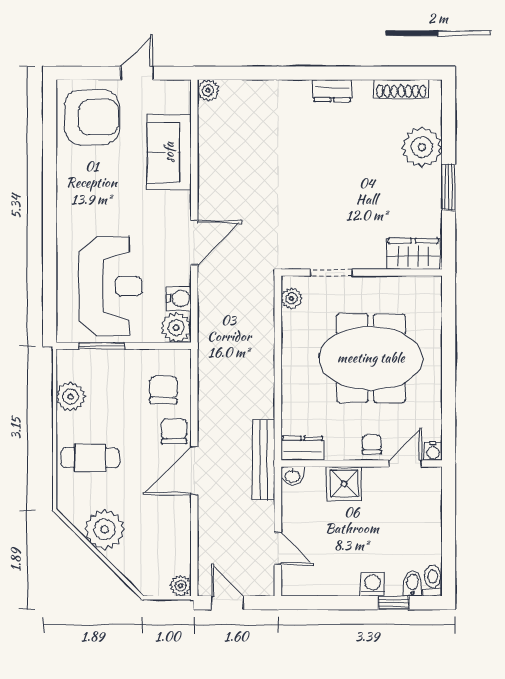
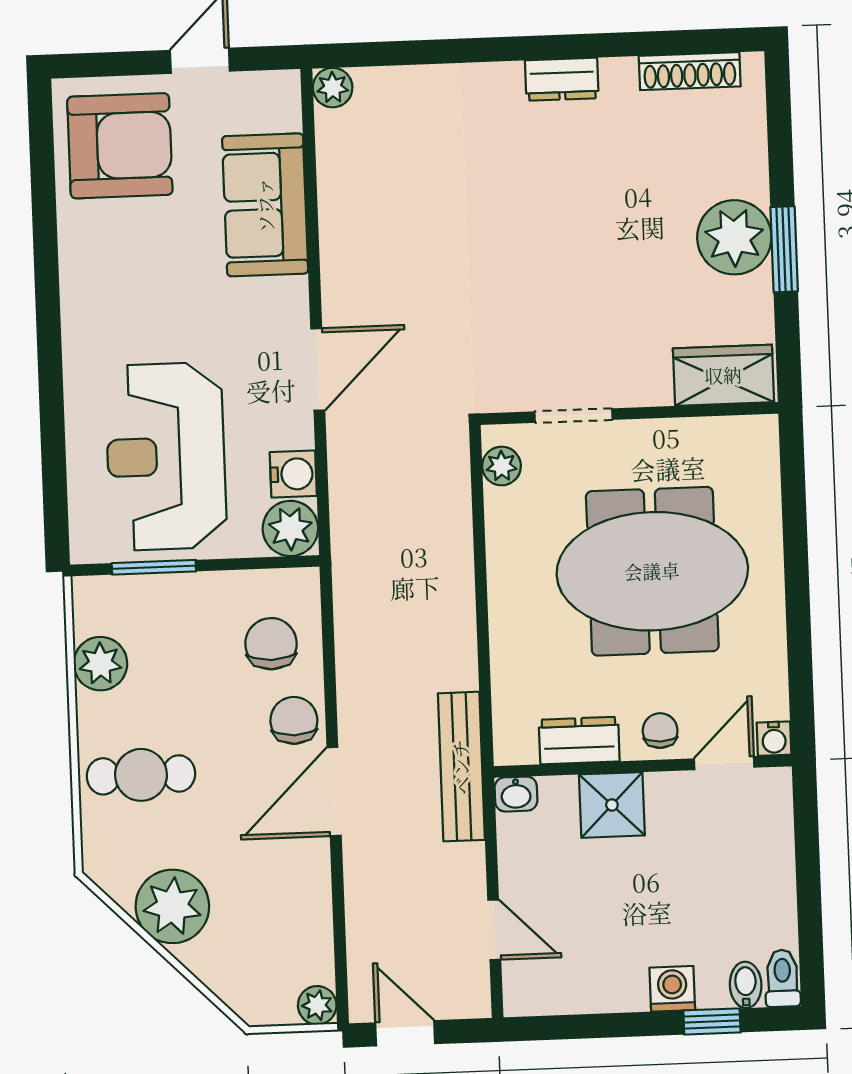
plant: (422, 147) -> (734, 237), moved
reception desk: (110, 286) -> (166, 456), turned 180
dresser: (303, 448) -> (579, 740), moved

